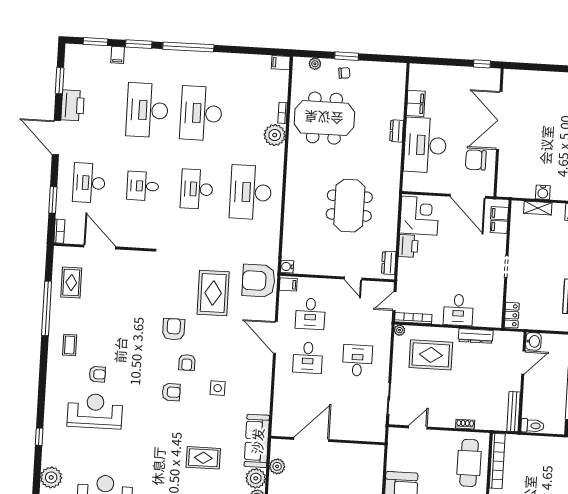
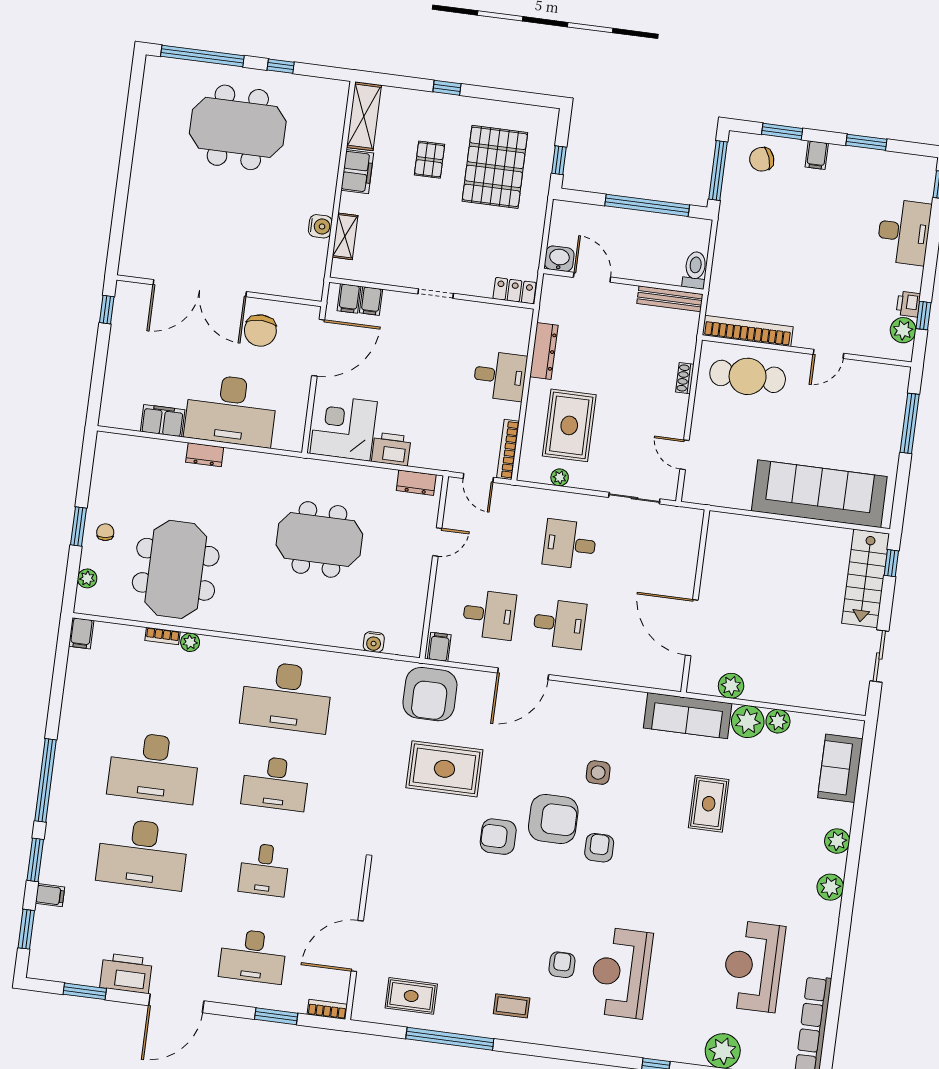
plant: (275, 135) -> (190, 642), width x0.53, depth x0.53
water cooler: (287, 267) -> (374, 642), moved
plant: (399, 330) -> (560, 477), moved
armchair: (187, 362) -> (553, 819), width x1.88, depth x1.88

